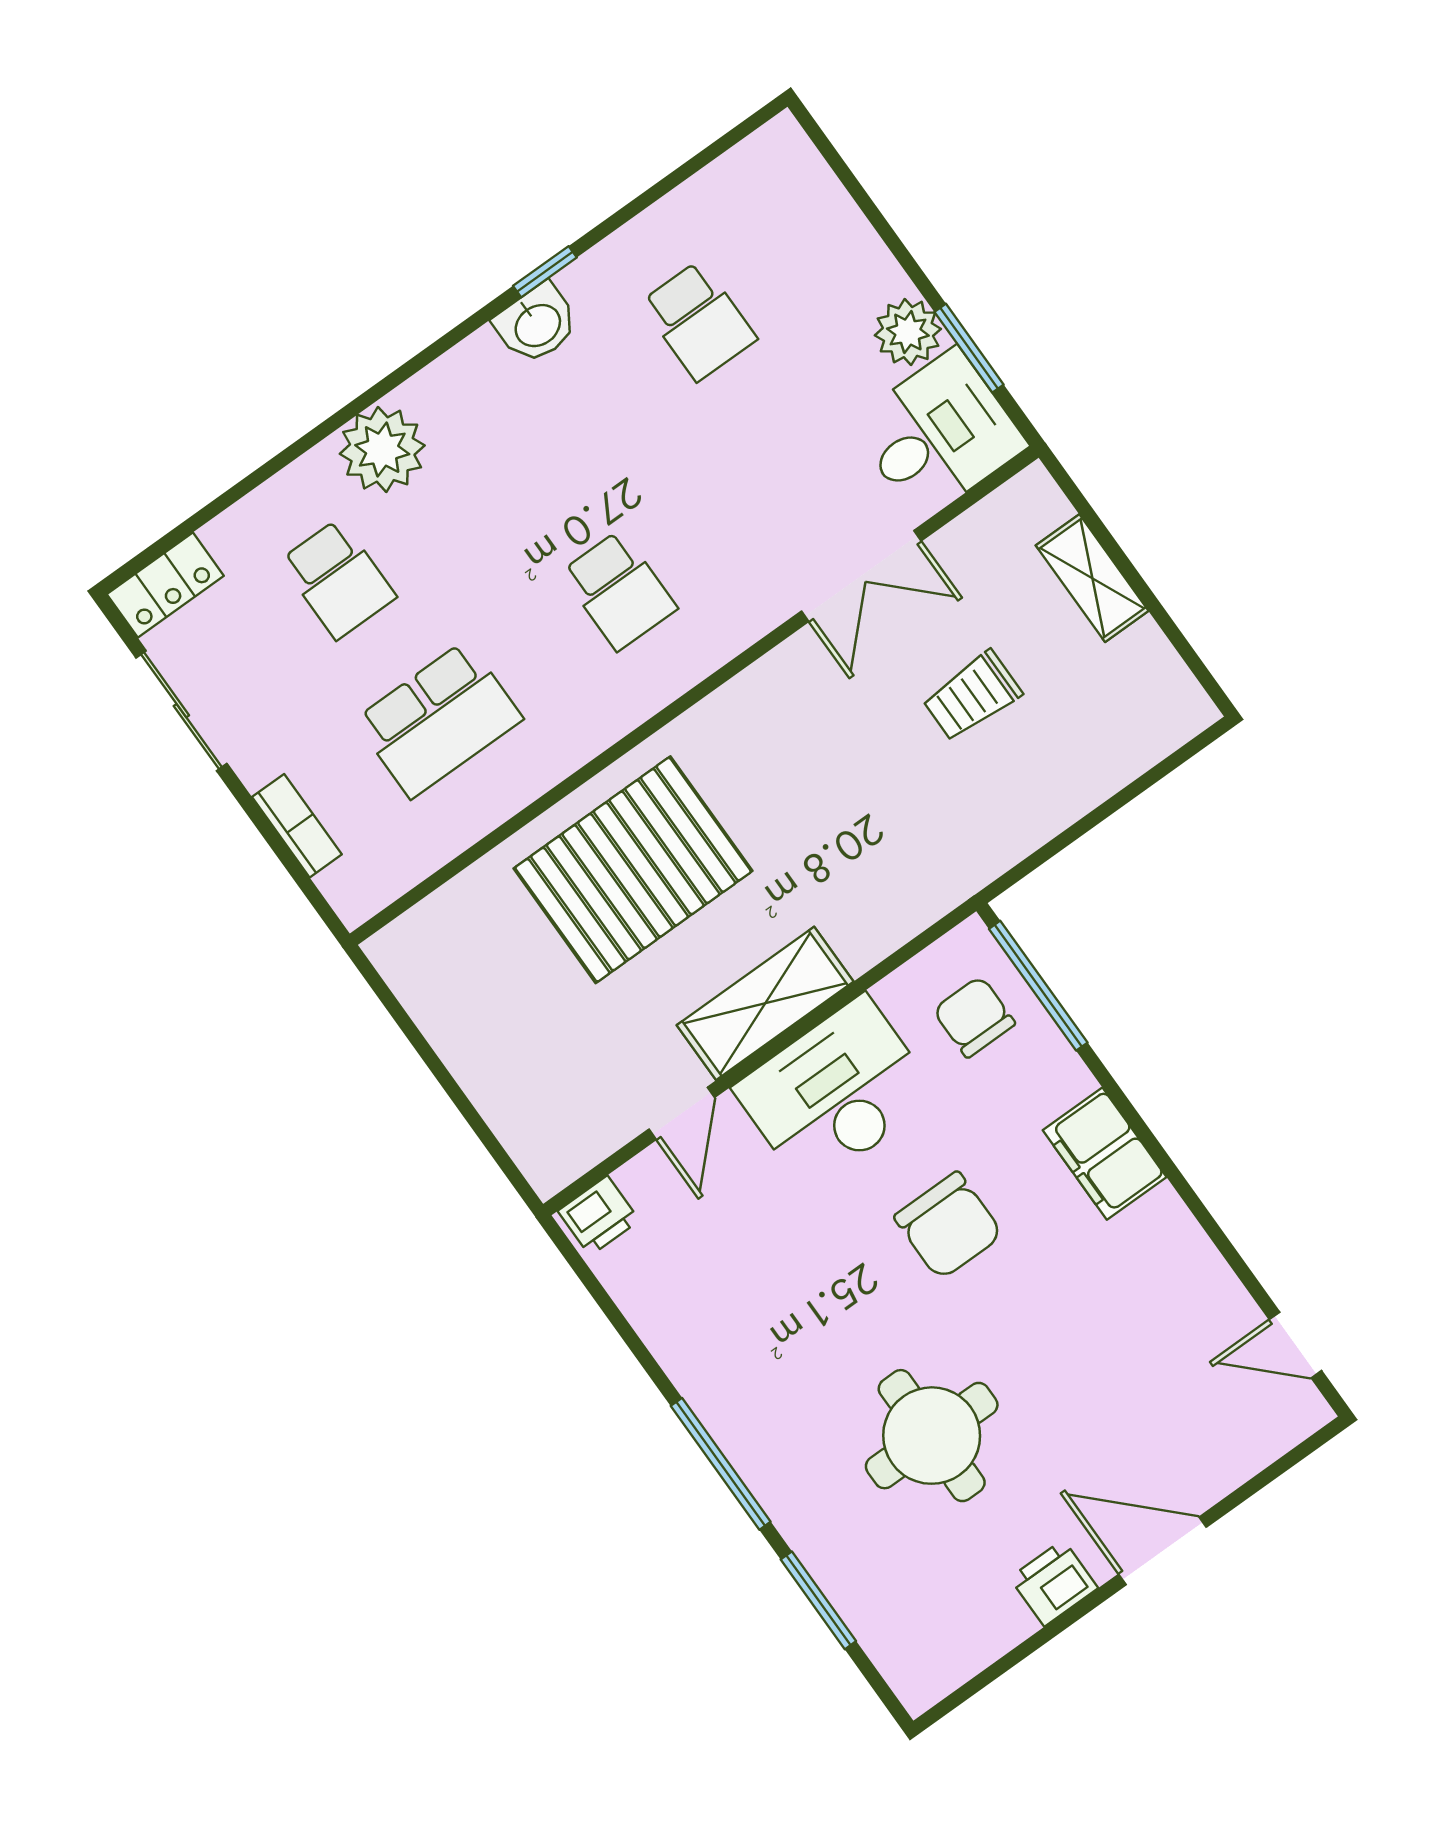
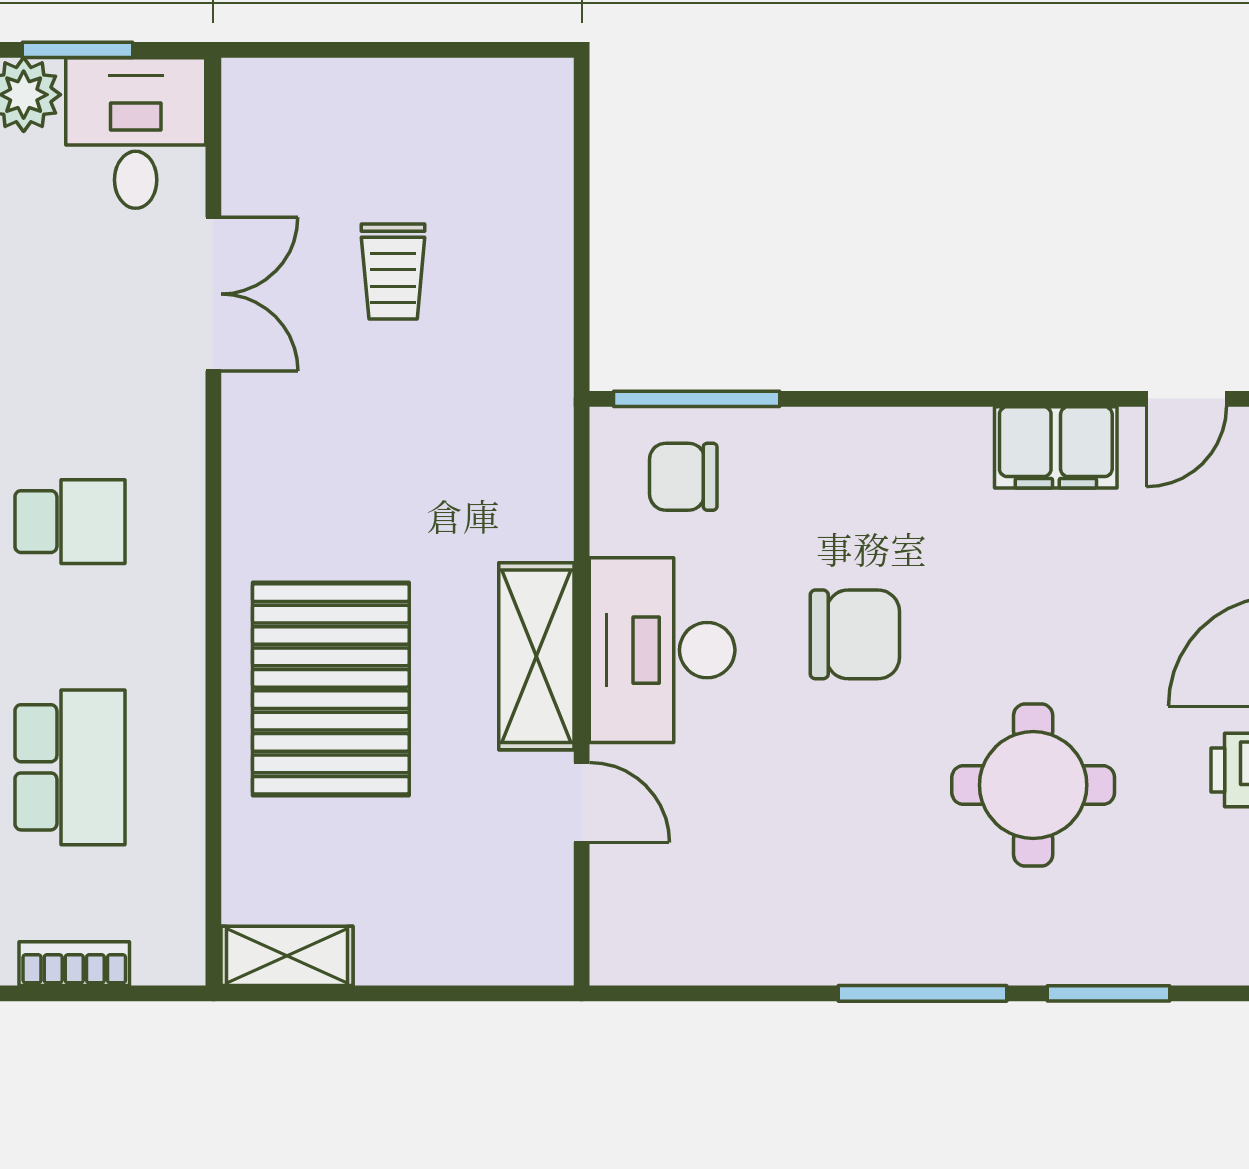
shelving: (1092, 578) -> (287, 956), moved
filing cabinet: (1105, 1154) -> (1056, 447), moved
printer: (599, 1216) -> (620, 943), removed

